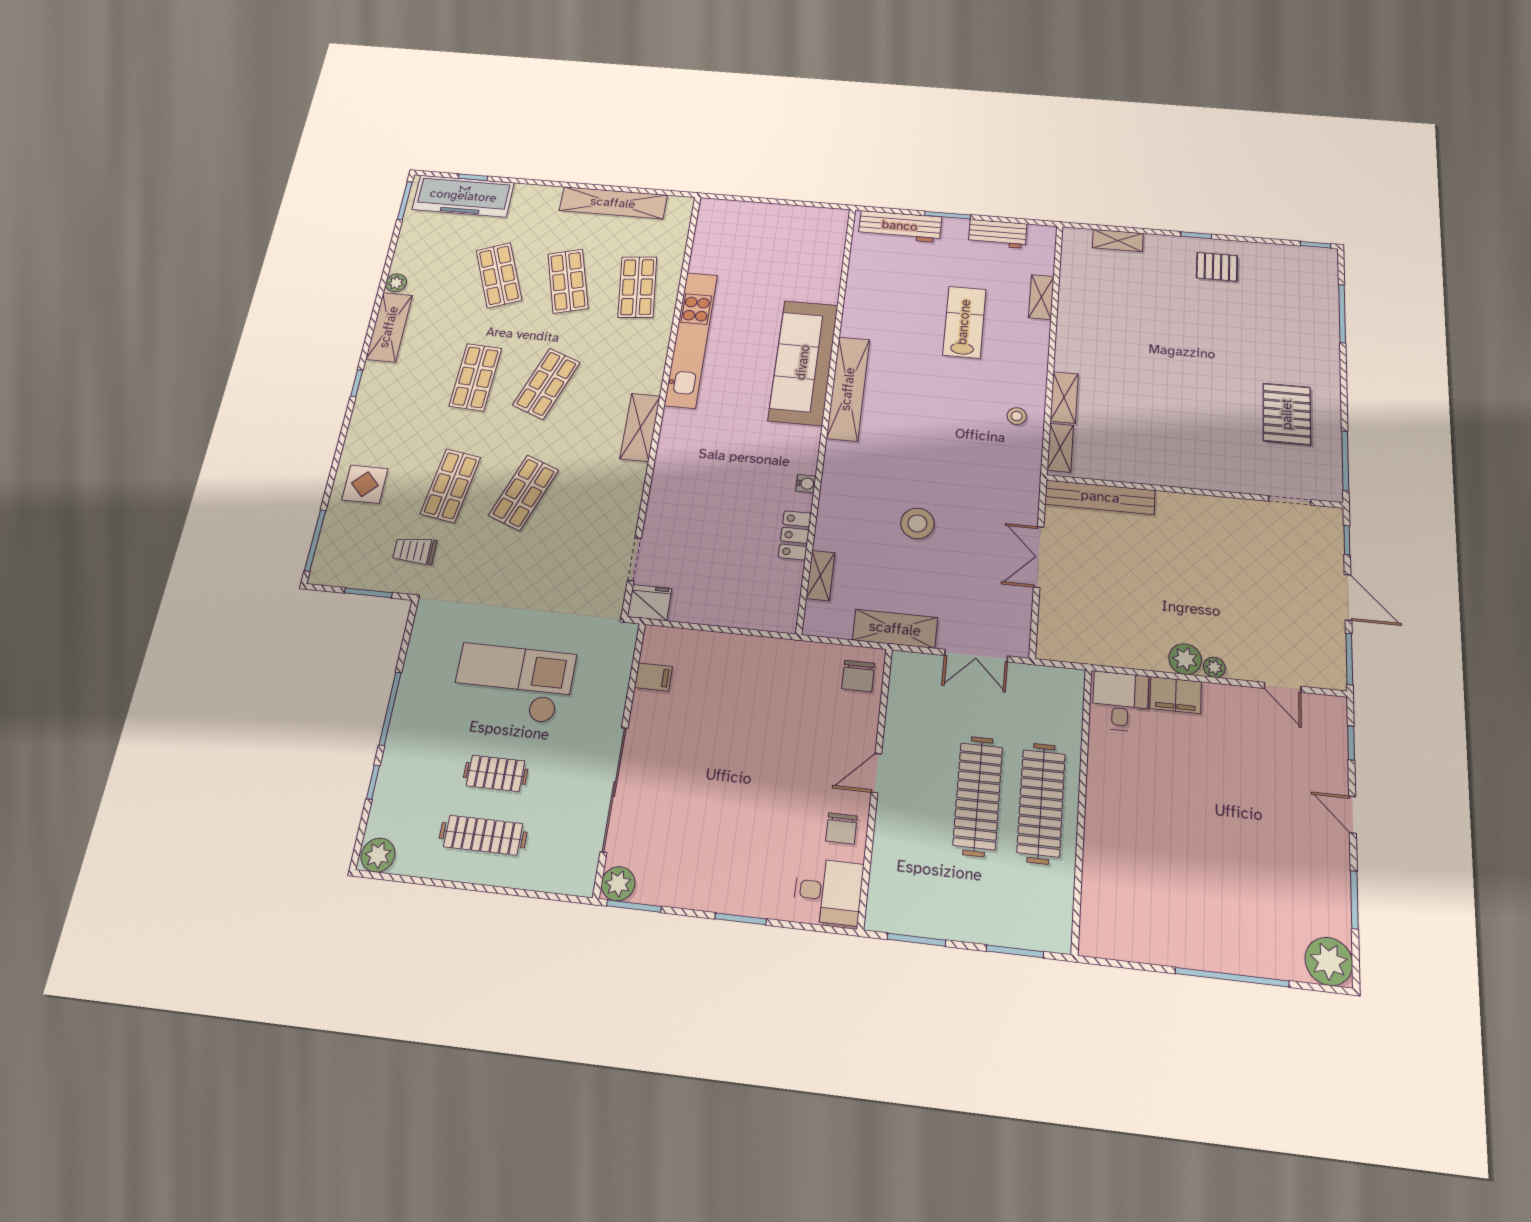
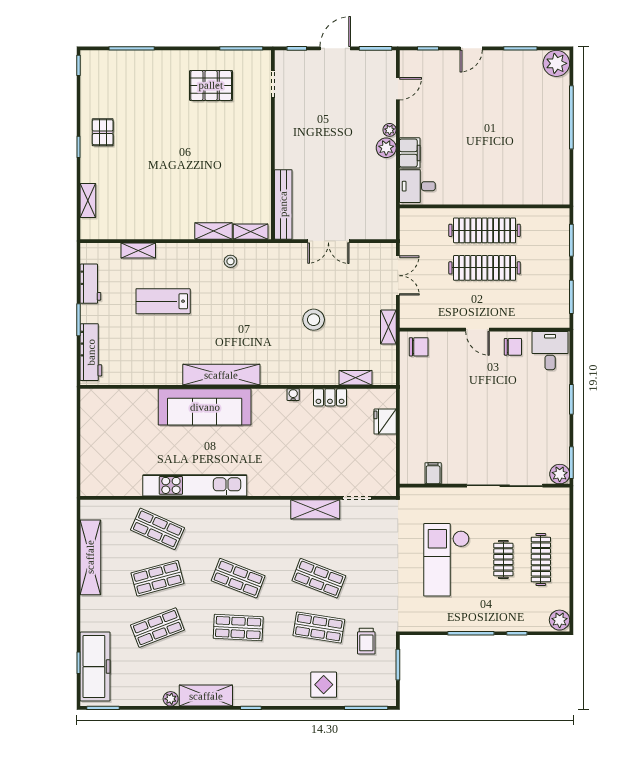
shop shelf: (637, 287) -> (157, 529), turned 30
shelving: (640, 427) -> (315, 509), moved
fridge: (650, 603) -> (385, 422), moved
shelving: (895, 629) -> (388, 327), width x0.67, depth x0.75

